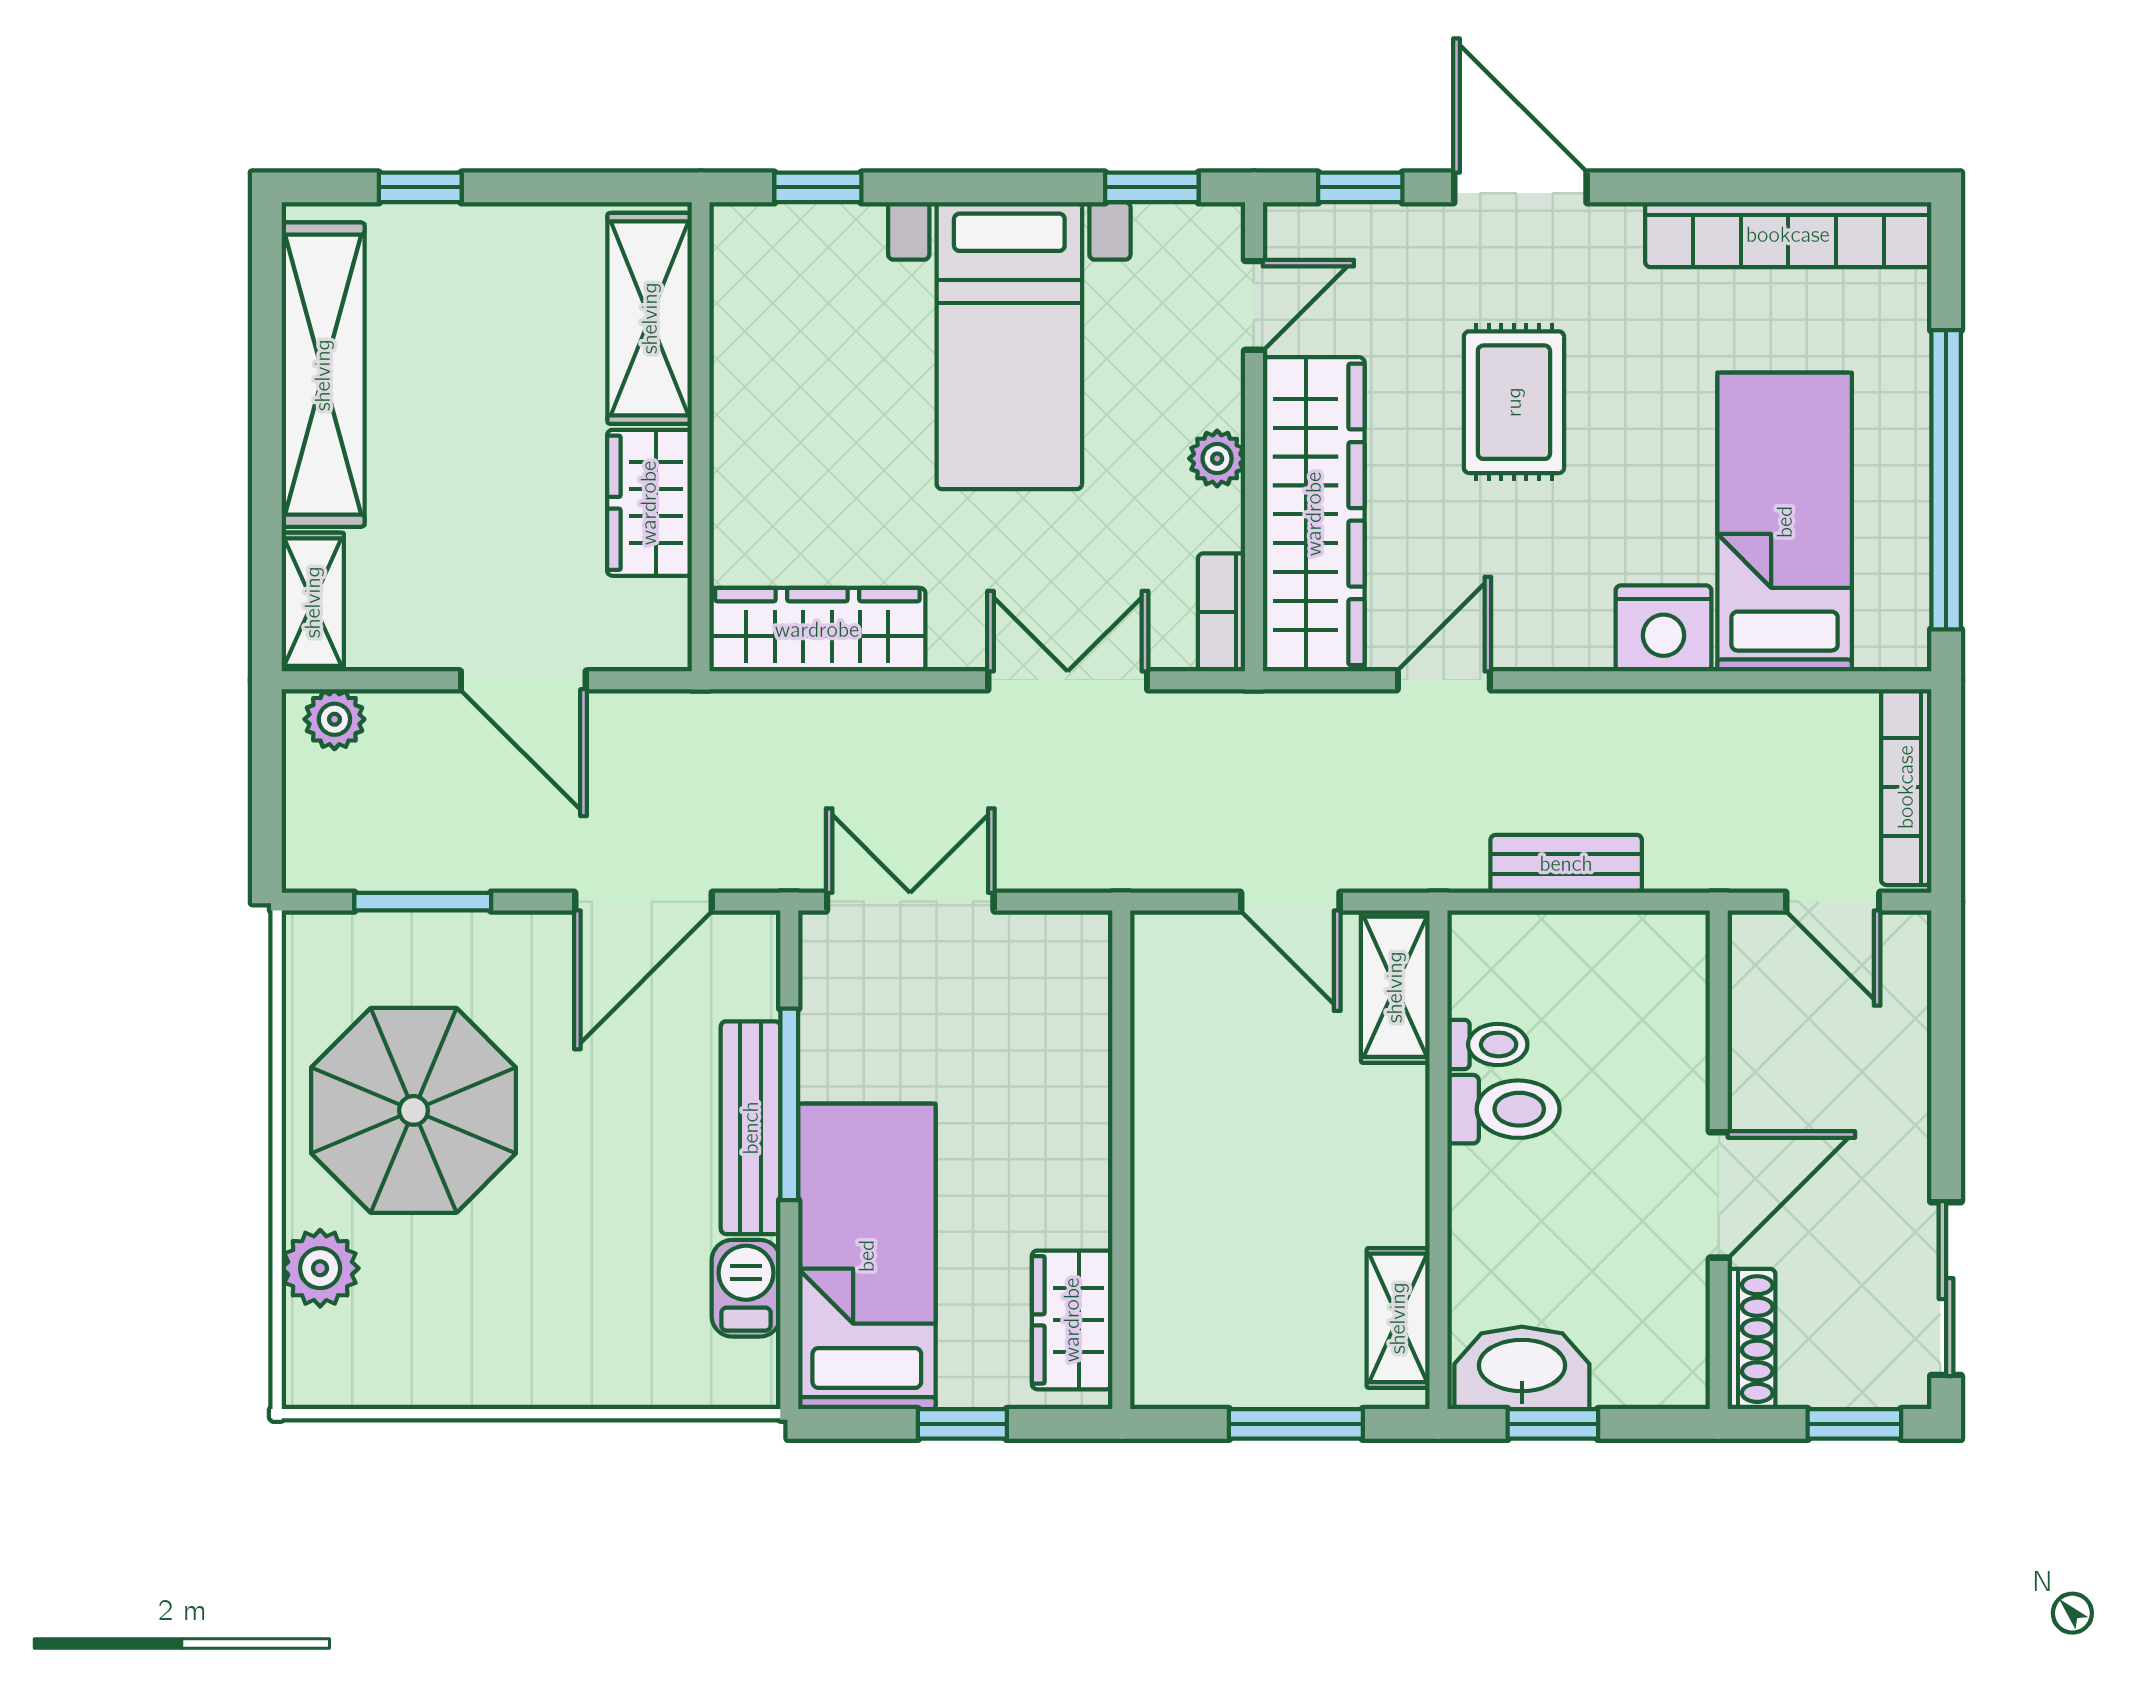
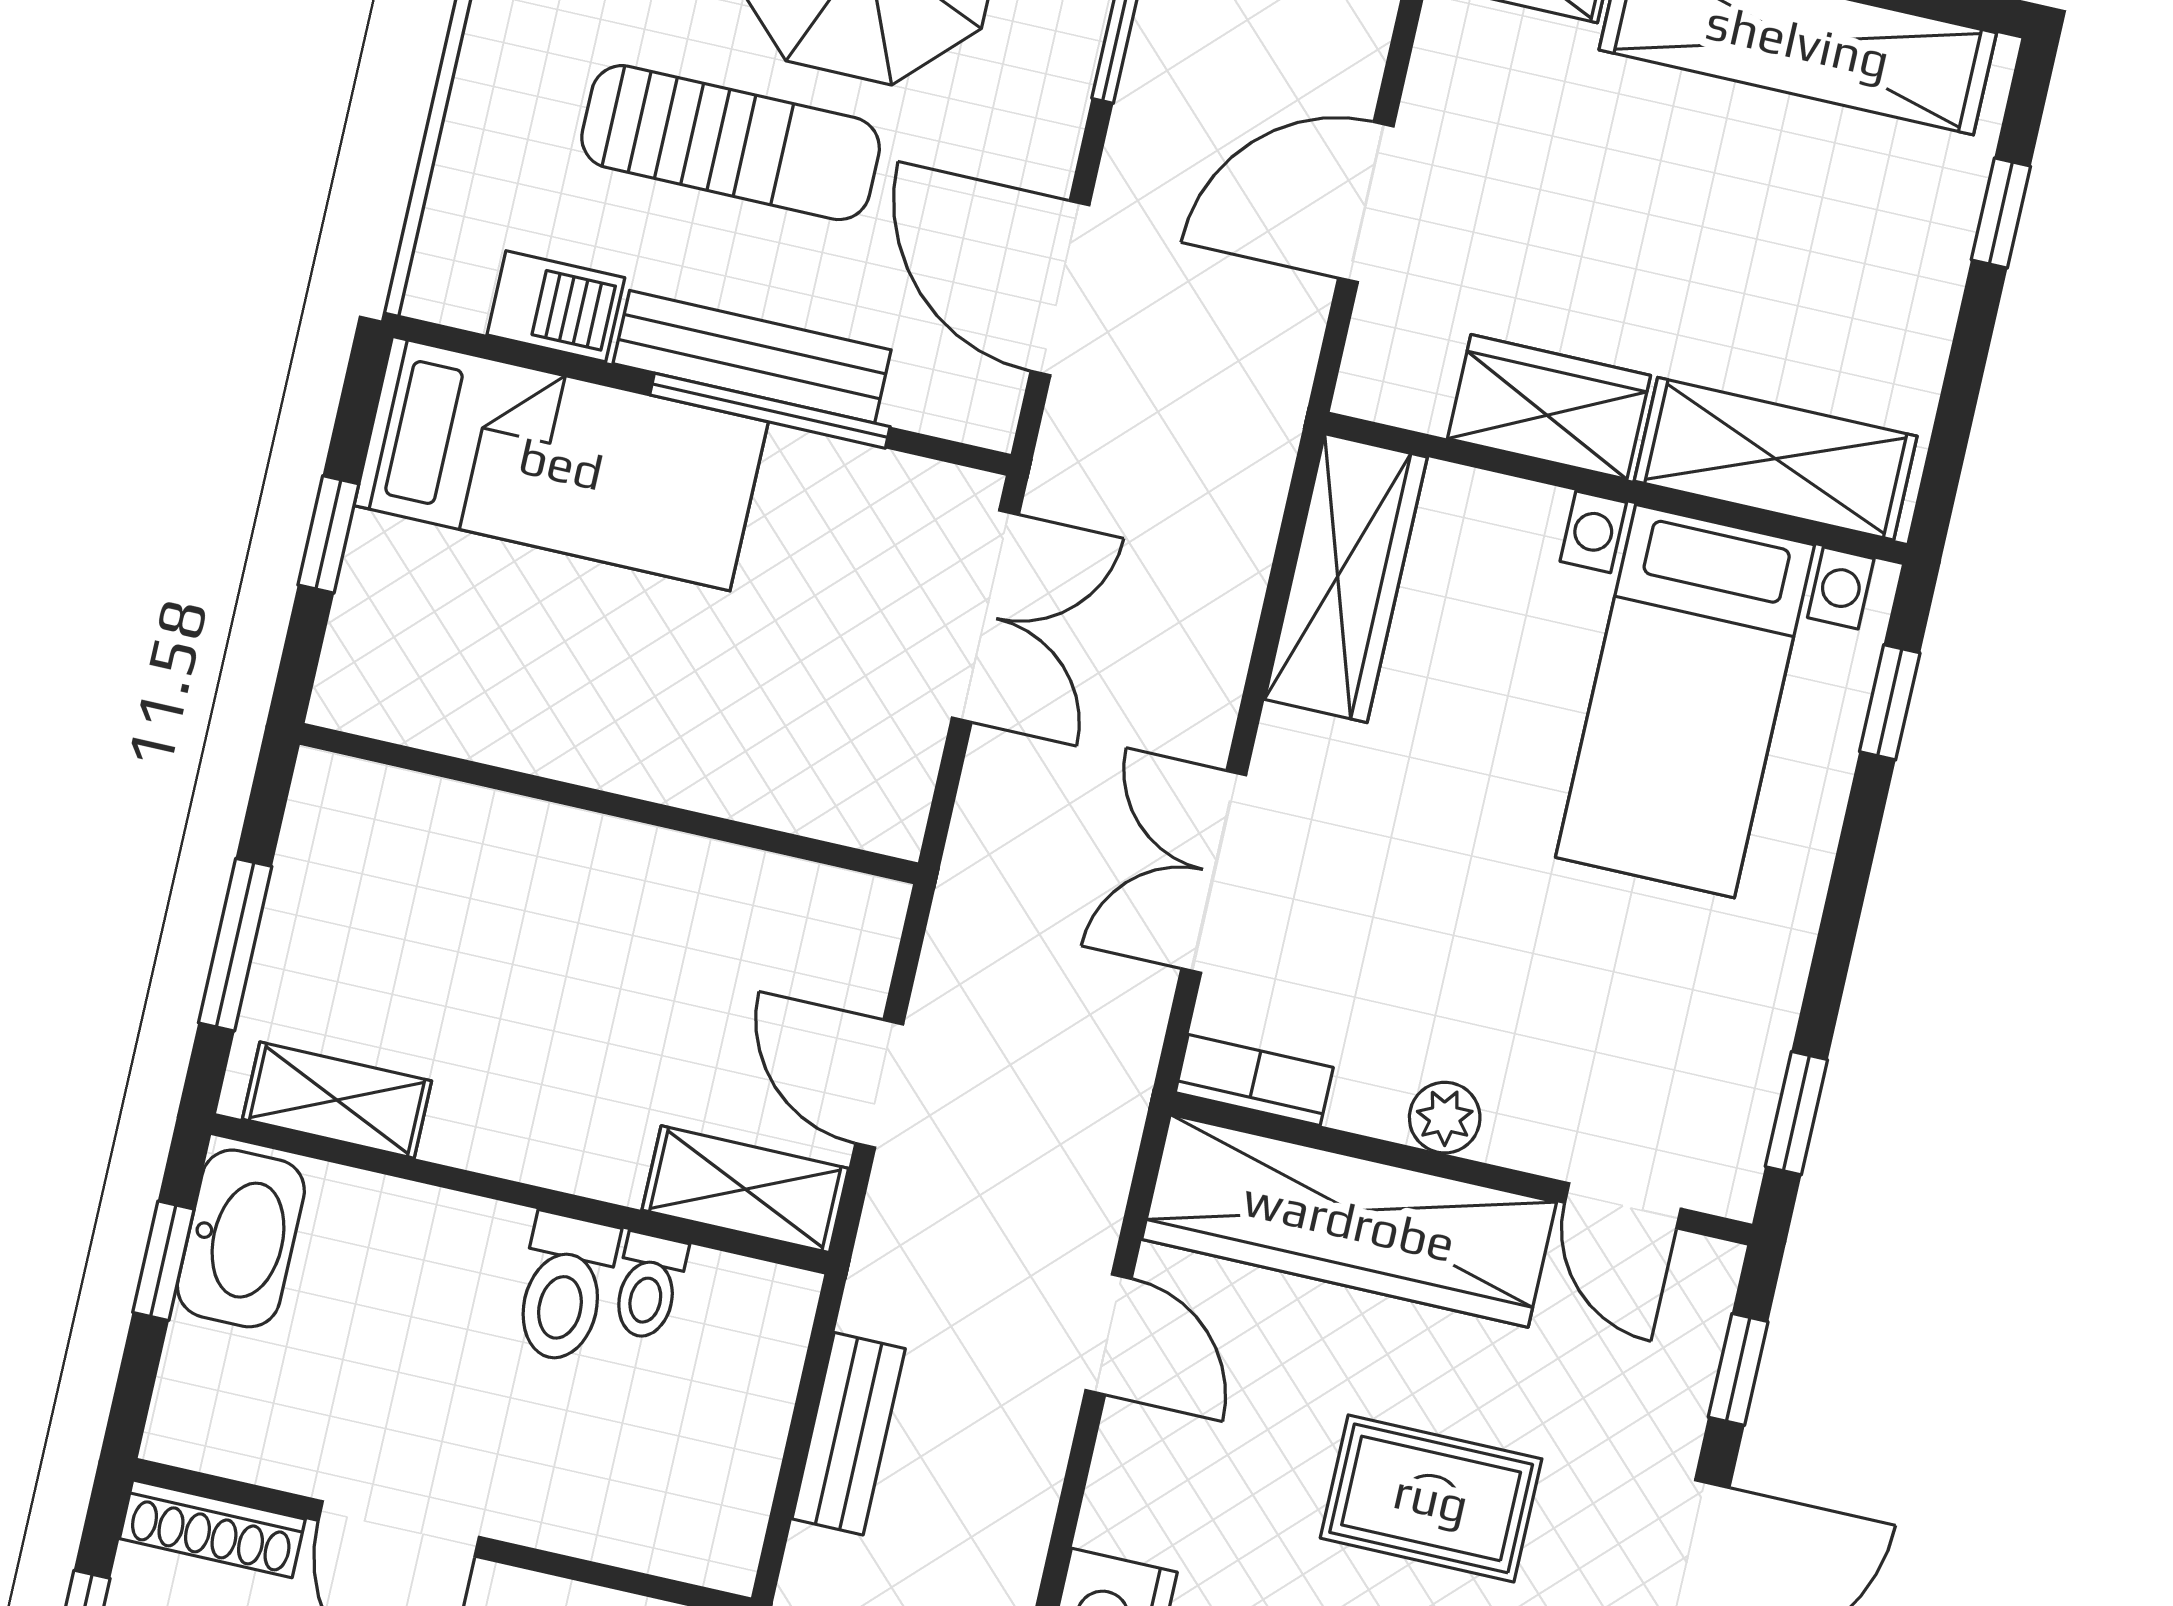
bed with nightstands: (1009, 346) -> (1685, 701), moved, turned -90
double door: (1068, 680) -> (1214, 872), swing flipped
door: (1290, 902) -> (879, 1084), hinge flipped
sun lounger: (589, 1182) -> (731, 143), added
wardrobe: (1072, 1320) -> (426, 698), removed

